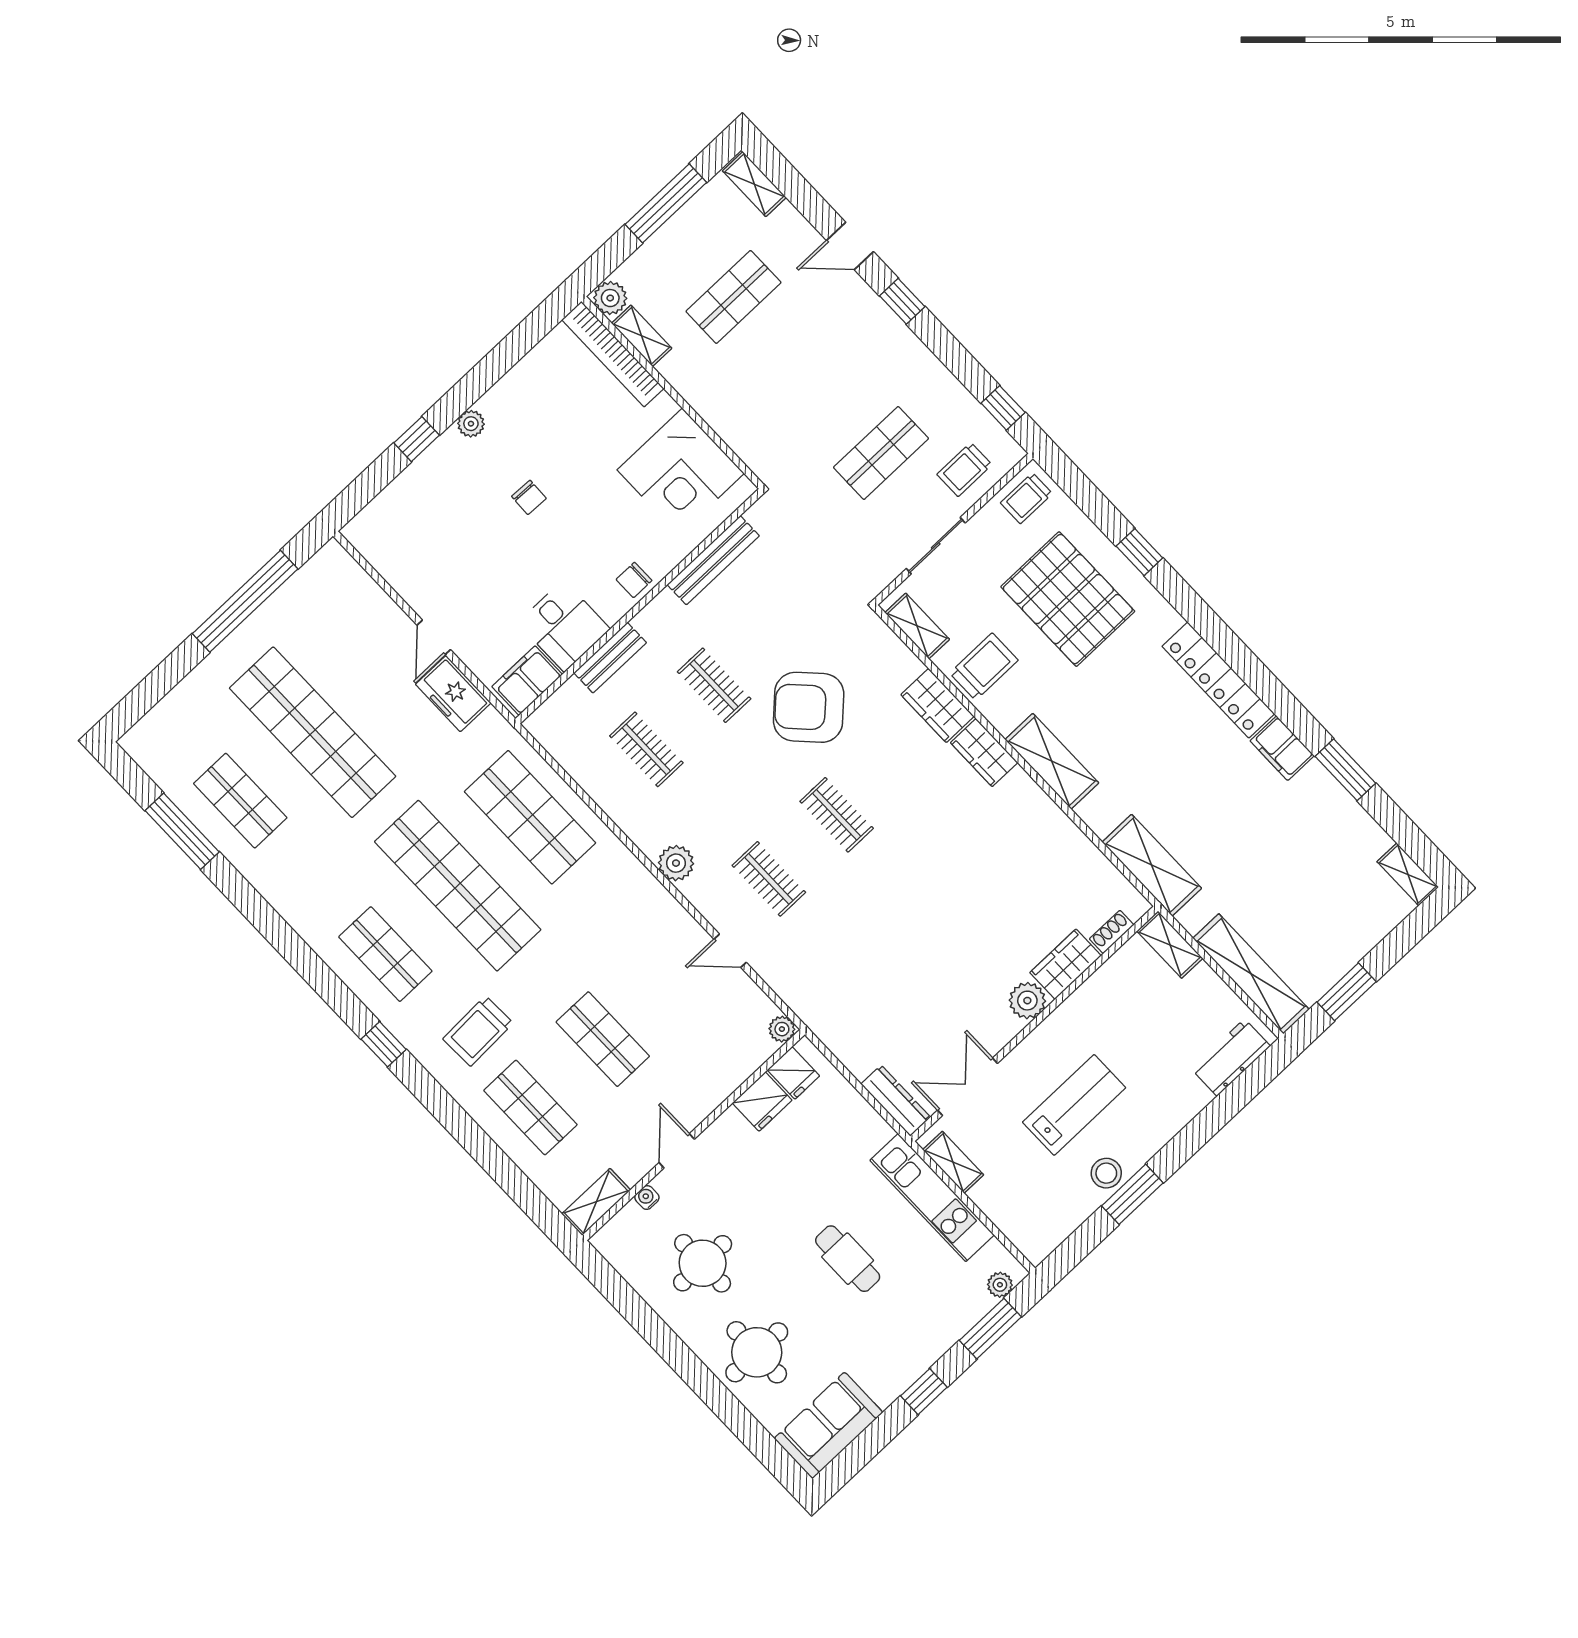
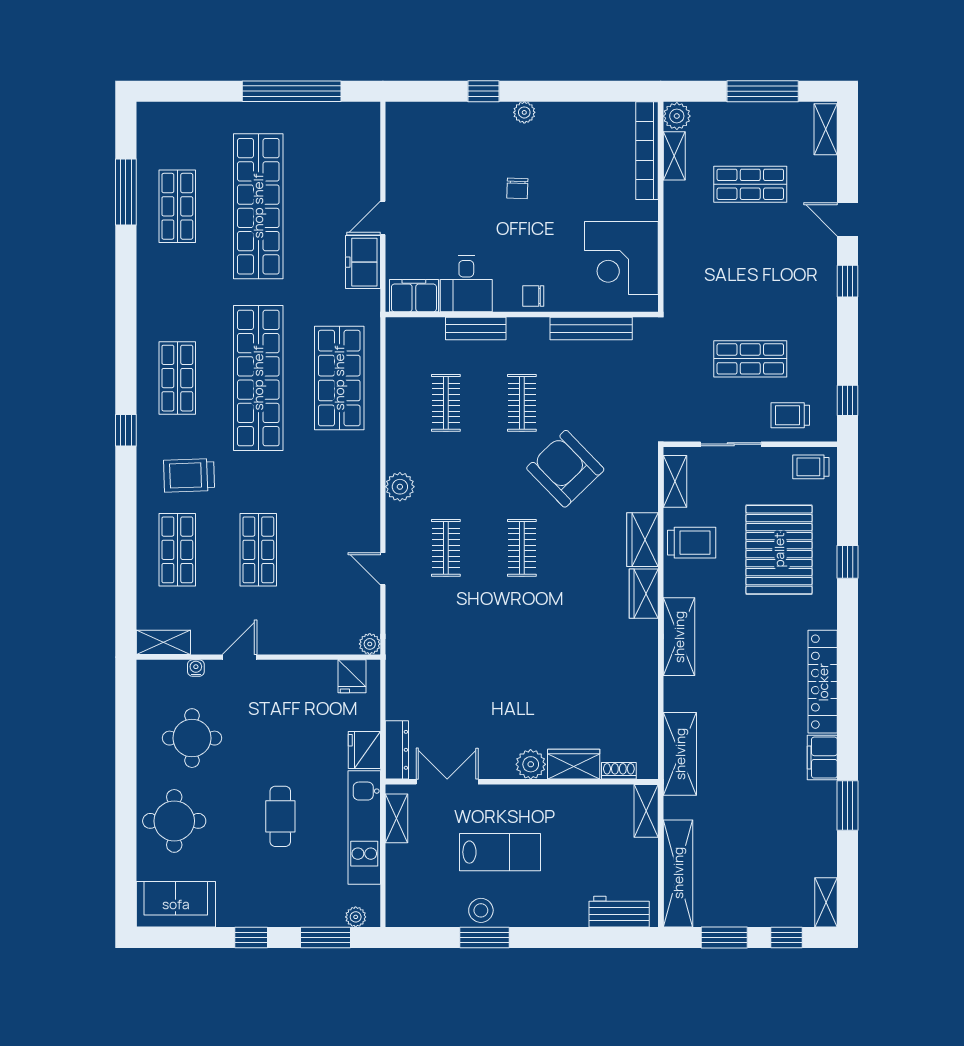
window: (1402, 939) -> (786, 938), added
fridge: (762, 1102) -> (364, 750), moved, turned 90

